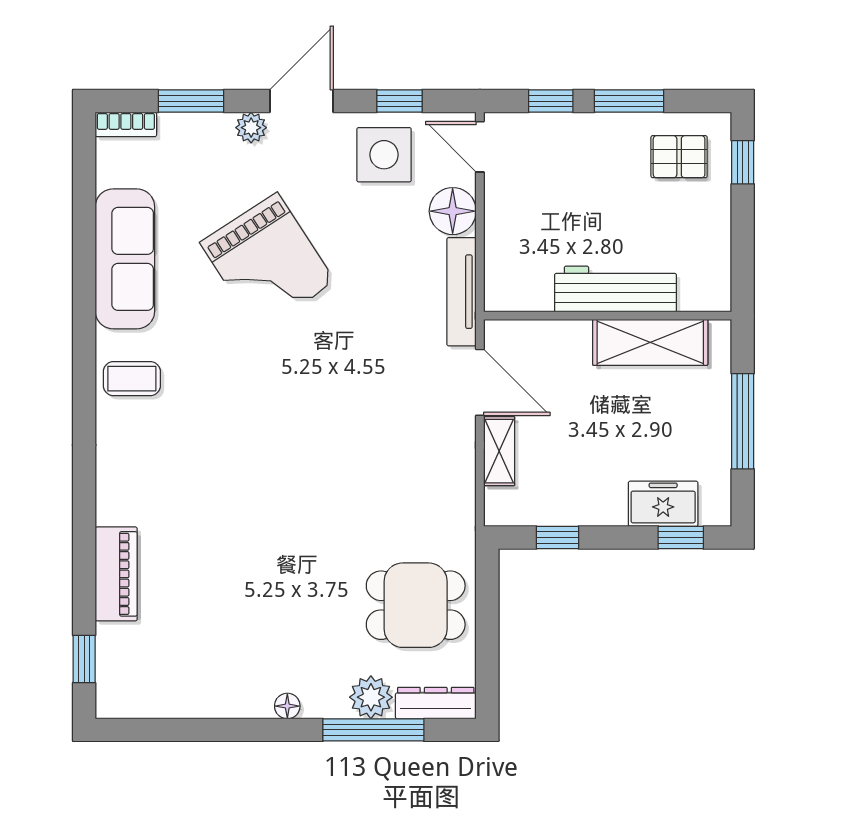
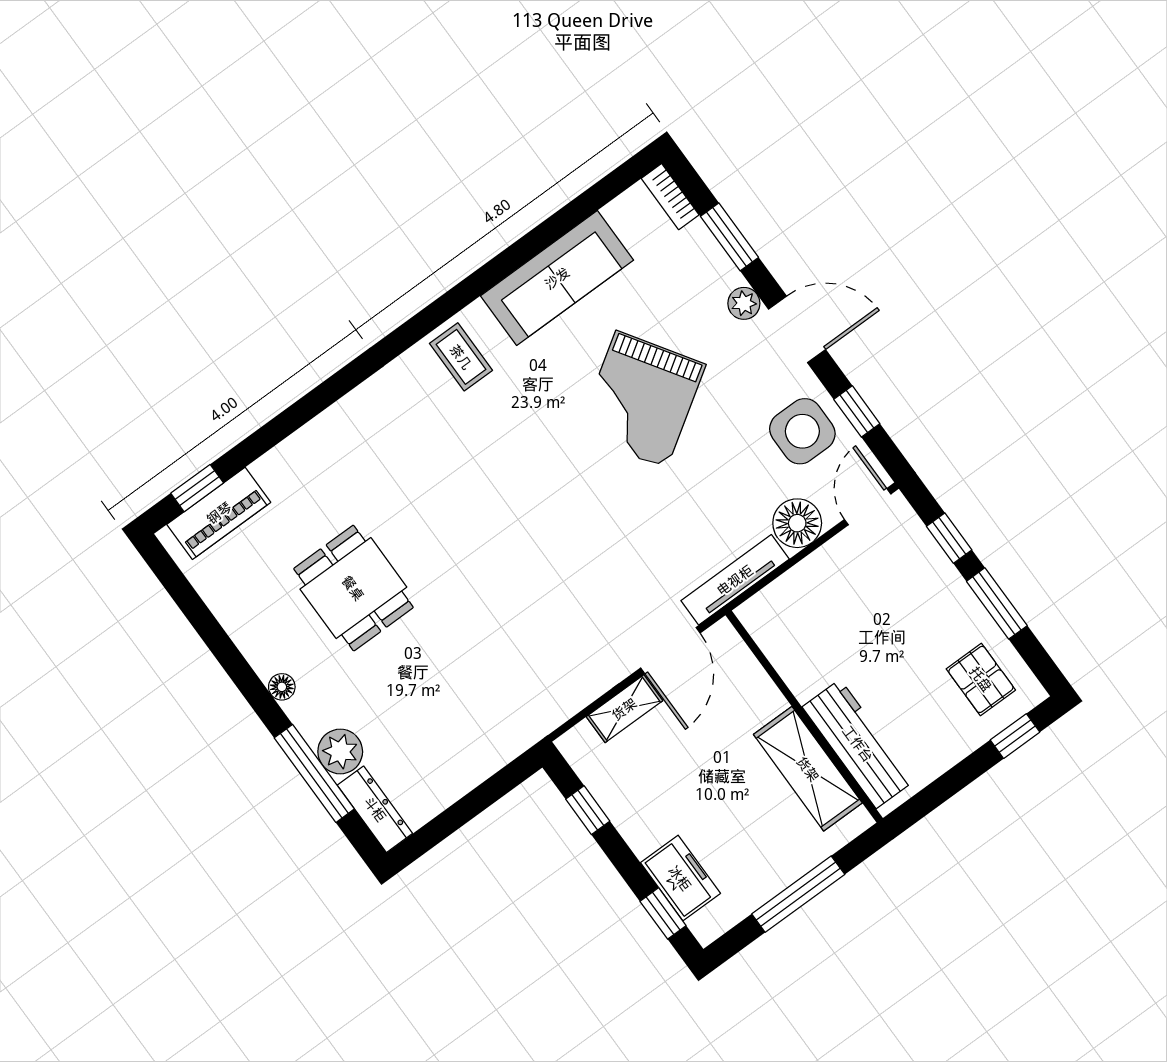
workbench: (615, 289) -> (858, 744), moved
piano: (116, 574) -> (219, 513), moved
dining table: (416, 605) -> (353, 588), moved

